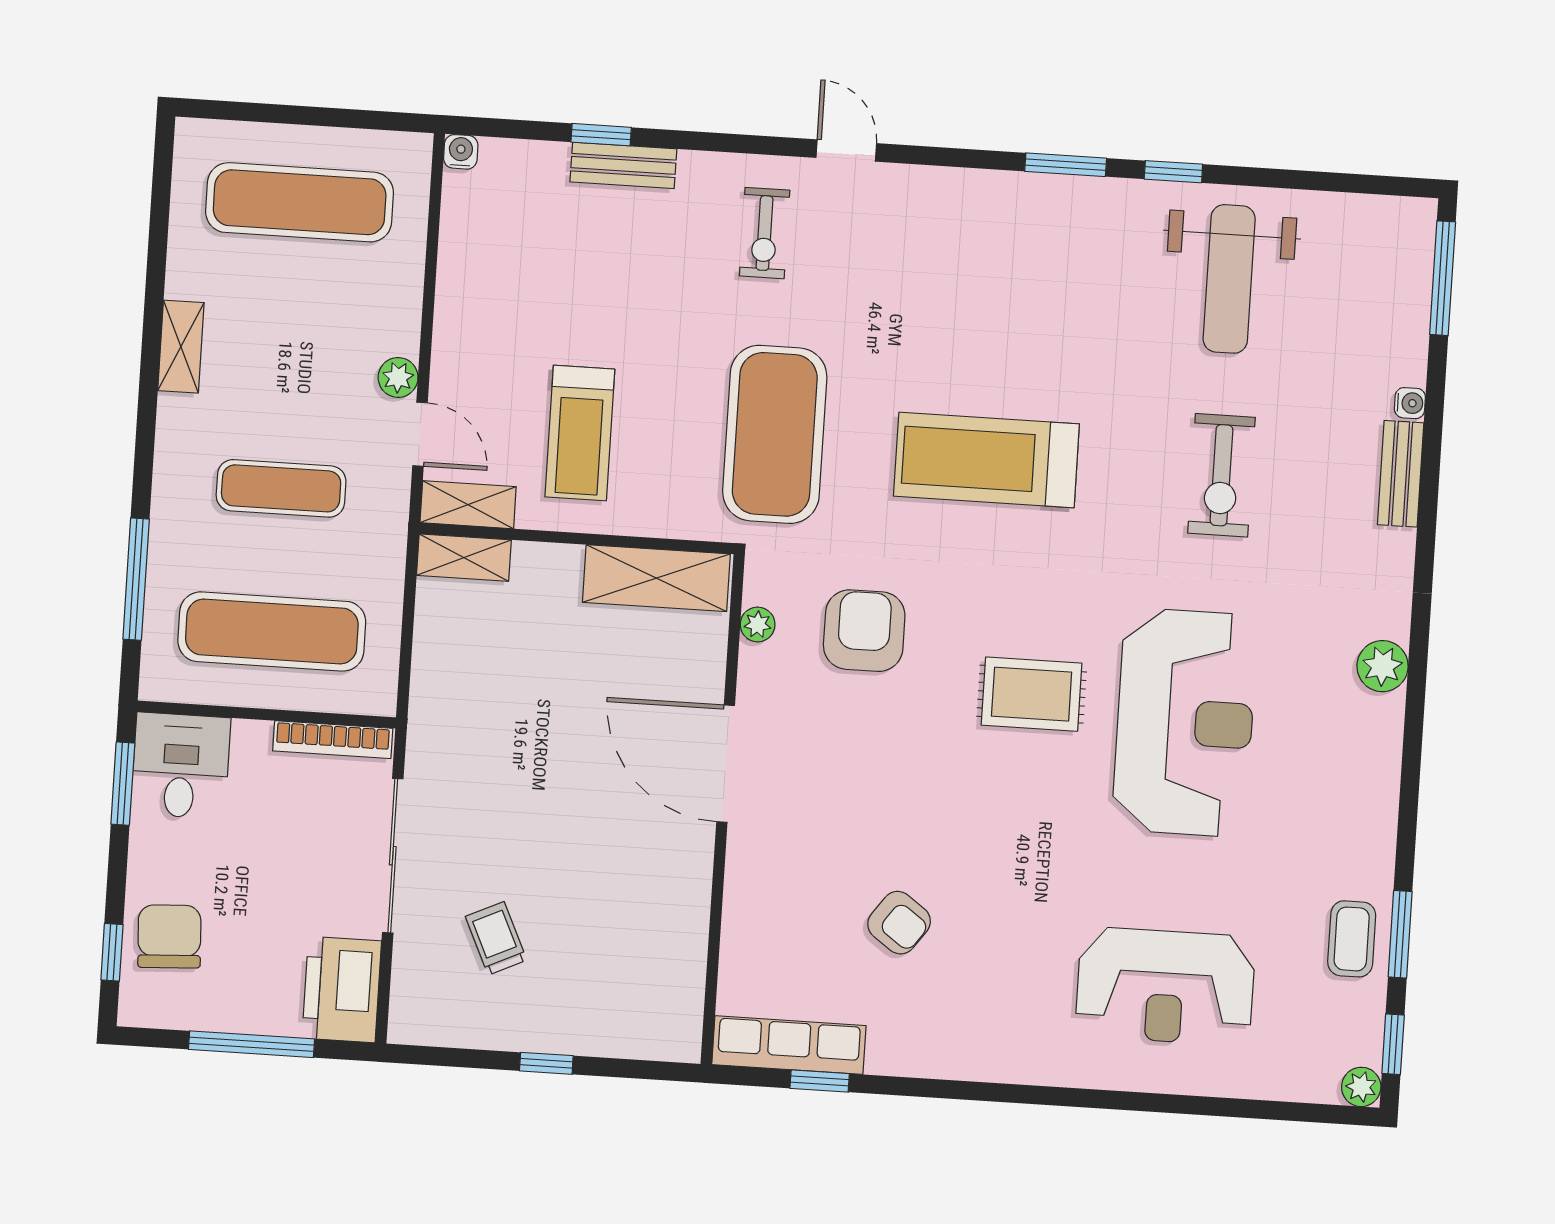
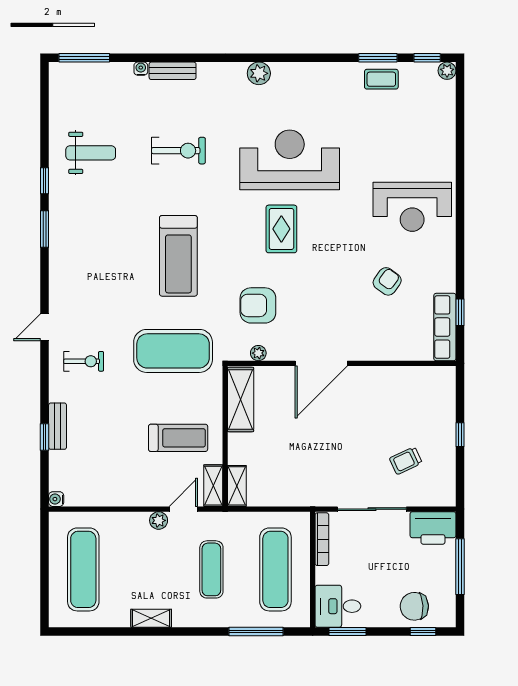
weight bench: (1229, 279) -> (91, 153), width x0.73, depth x0.75
reception desk: (1165, 986) -> (412, 207), moved, turned 90

